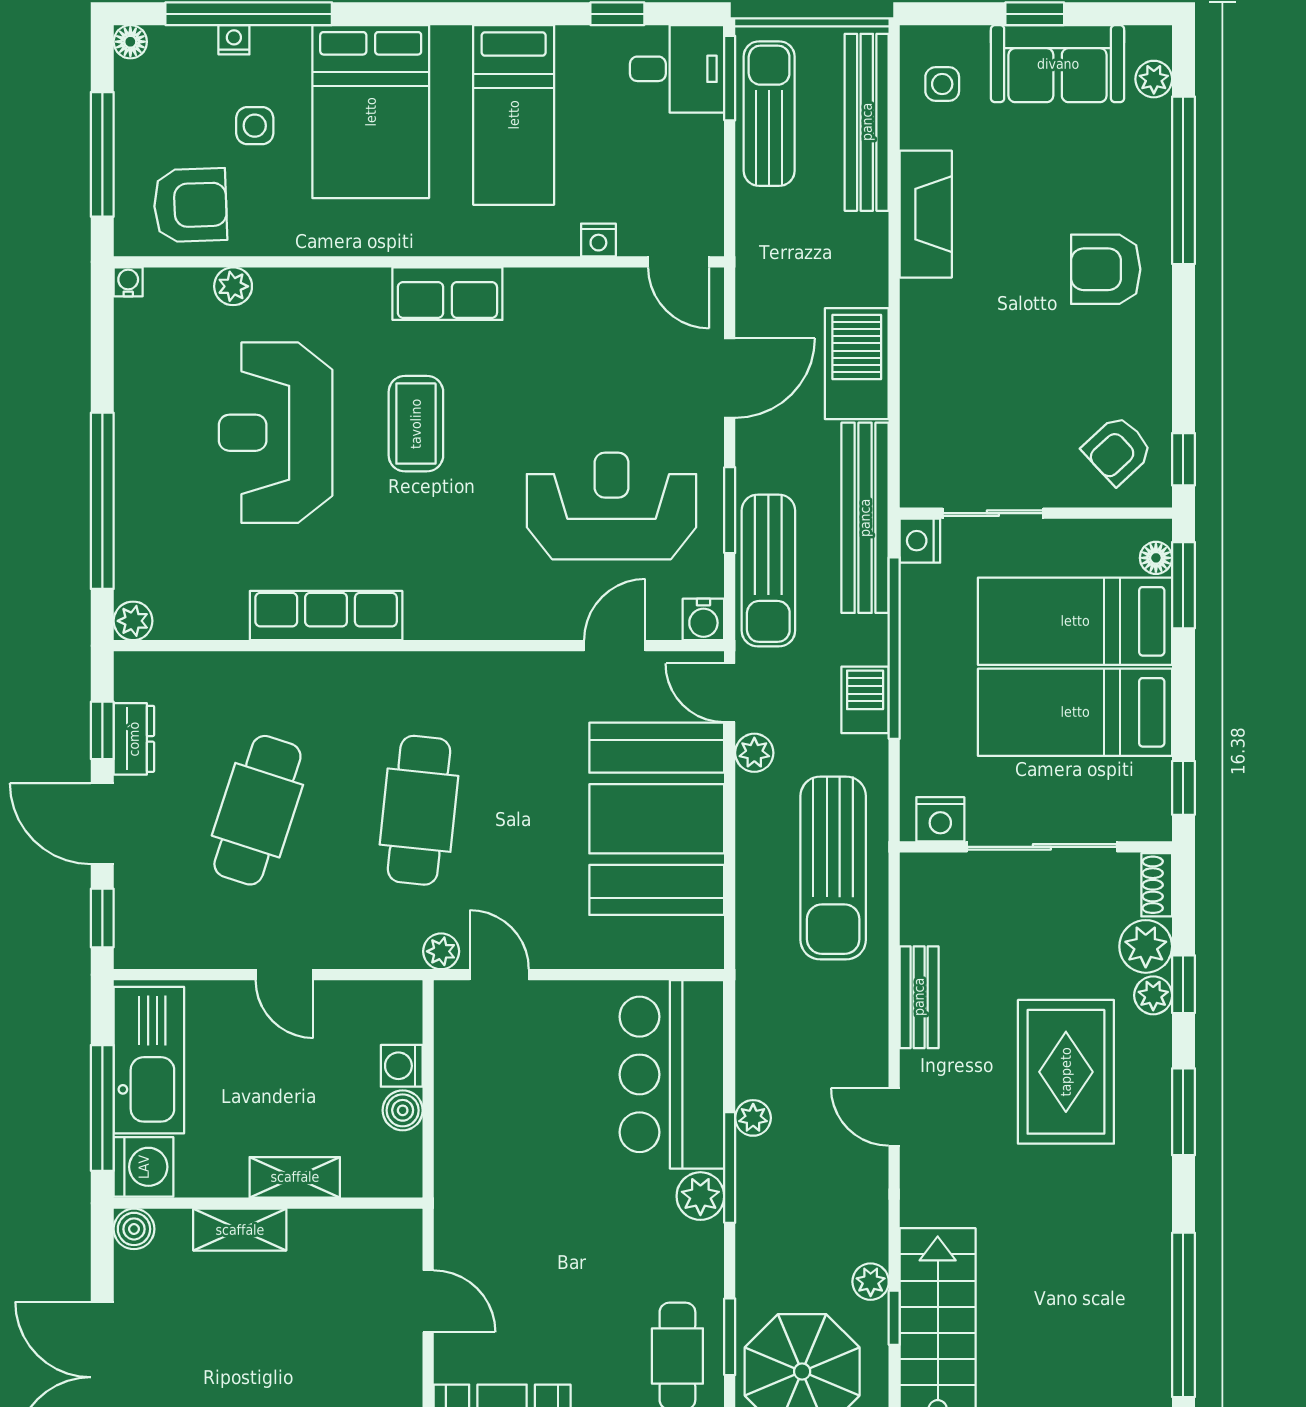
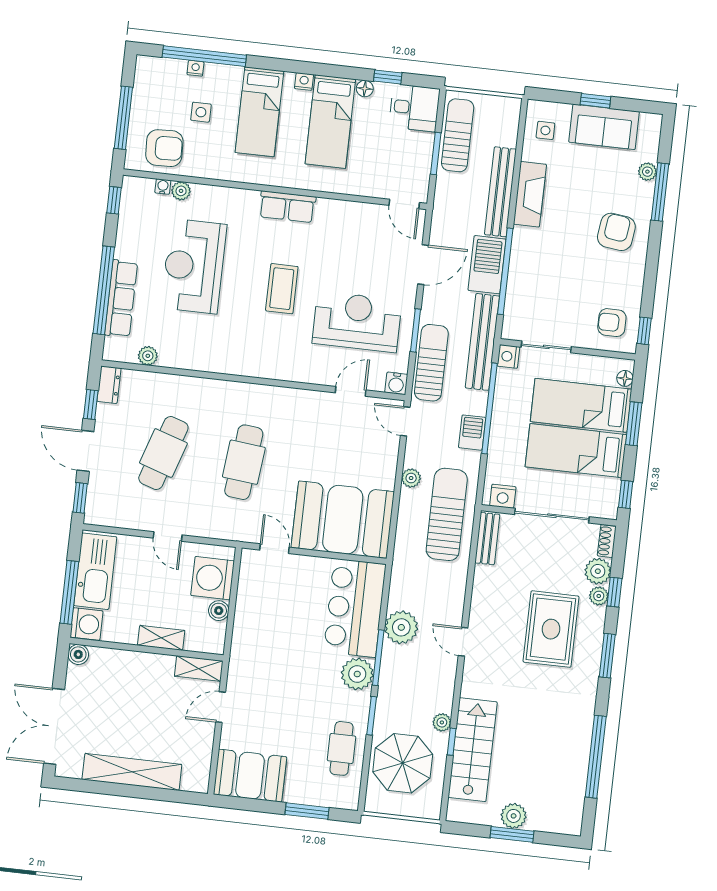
floor lamp: (130, 42) -> (365, 89), moved
window: (730, 78) -> (436, 153), moved
plant: (1154, 79) -> (647, 172), moved
bed: (371, 112) -> (259, 112), width x0.67
bench: (867, 122) -> (500, 192), moved
window: (1183, 180) -> (660, 192), width x0.68
nightstand: (598, 240) -> (304, 81), moved, turned 180
armchair: (1106, 269) -> (616, 232), turned 97
water cooler: (128, 282) -> (163, 187), moved
window: (102, 320) -> (114, 200), added
window: (894, 373) -> (505, 271), added
coffee table: (416, 424) -> (282, 289), moved
armchair: (1118, 450) -> (612, 323), turned 43
sun lounger: (768, 571) -> (431, 363), turned 180
window: (1183, 585) -> (634, 424), moved
row of seats: (326, 616) -> (121, 299), moved, turned 90
plant: (133, 621) -> (148, 356), moved
dresser: (134, 739) -> (109, 385), moved
plant: (754, 753) -> (411, 478), moved
booth: (657, 819) -> (343, 520), moved, turned 90
sun lounger: (833, 868) -> (447, 514), turned 180
plant: (441, 951) -> (247, 534), removed
bench: (919, 997) -> (487, 539), moved
washing machine: (402, 1066) -> (213, 578), width x1.89, depth x1.89
plant: (753, 1118) -> (401, 627), width x1.87, depth x1.87
plant: (700, 1196) -> (357, 674), width x1.36, depth x1.36
shelving: (240, 1230) -> (199, 668), moved
door: (428, 1301) -> (221, 707), swing flipped
window: (730, 1337) -> (372, 716), moved

